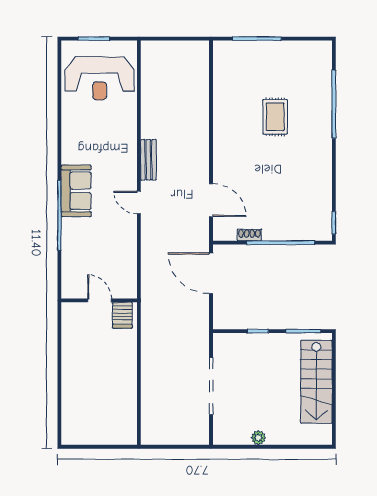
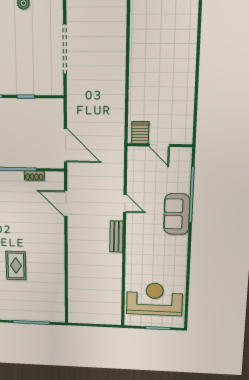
door: (99, 300) -> (159, 145), moved
wall: (99, 300) -> (160, 145), moved
server rack: (122, 315) -> (140, 133), moved

